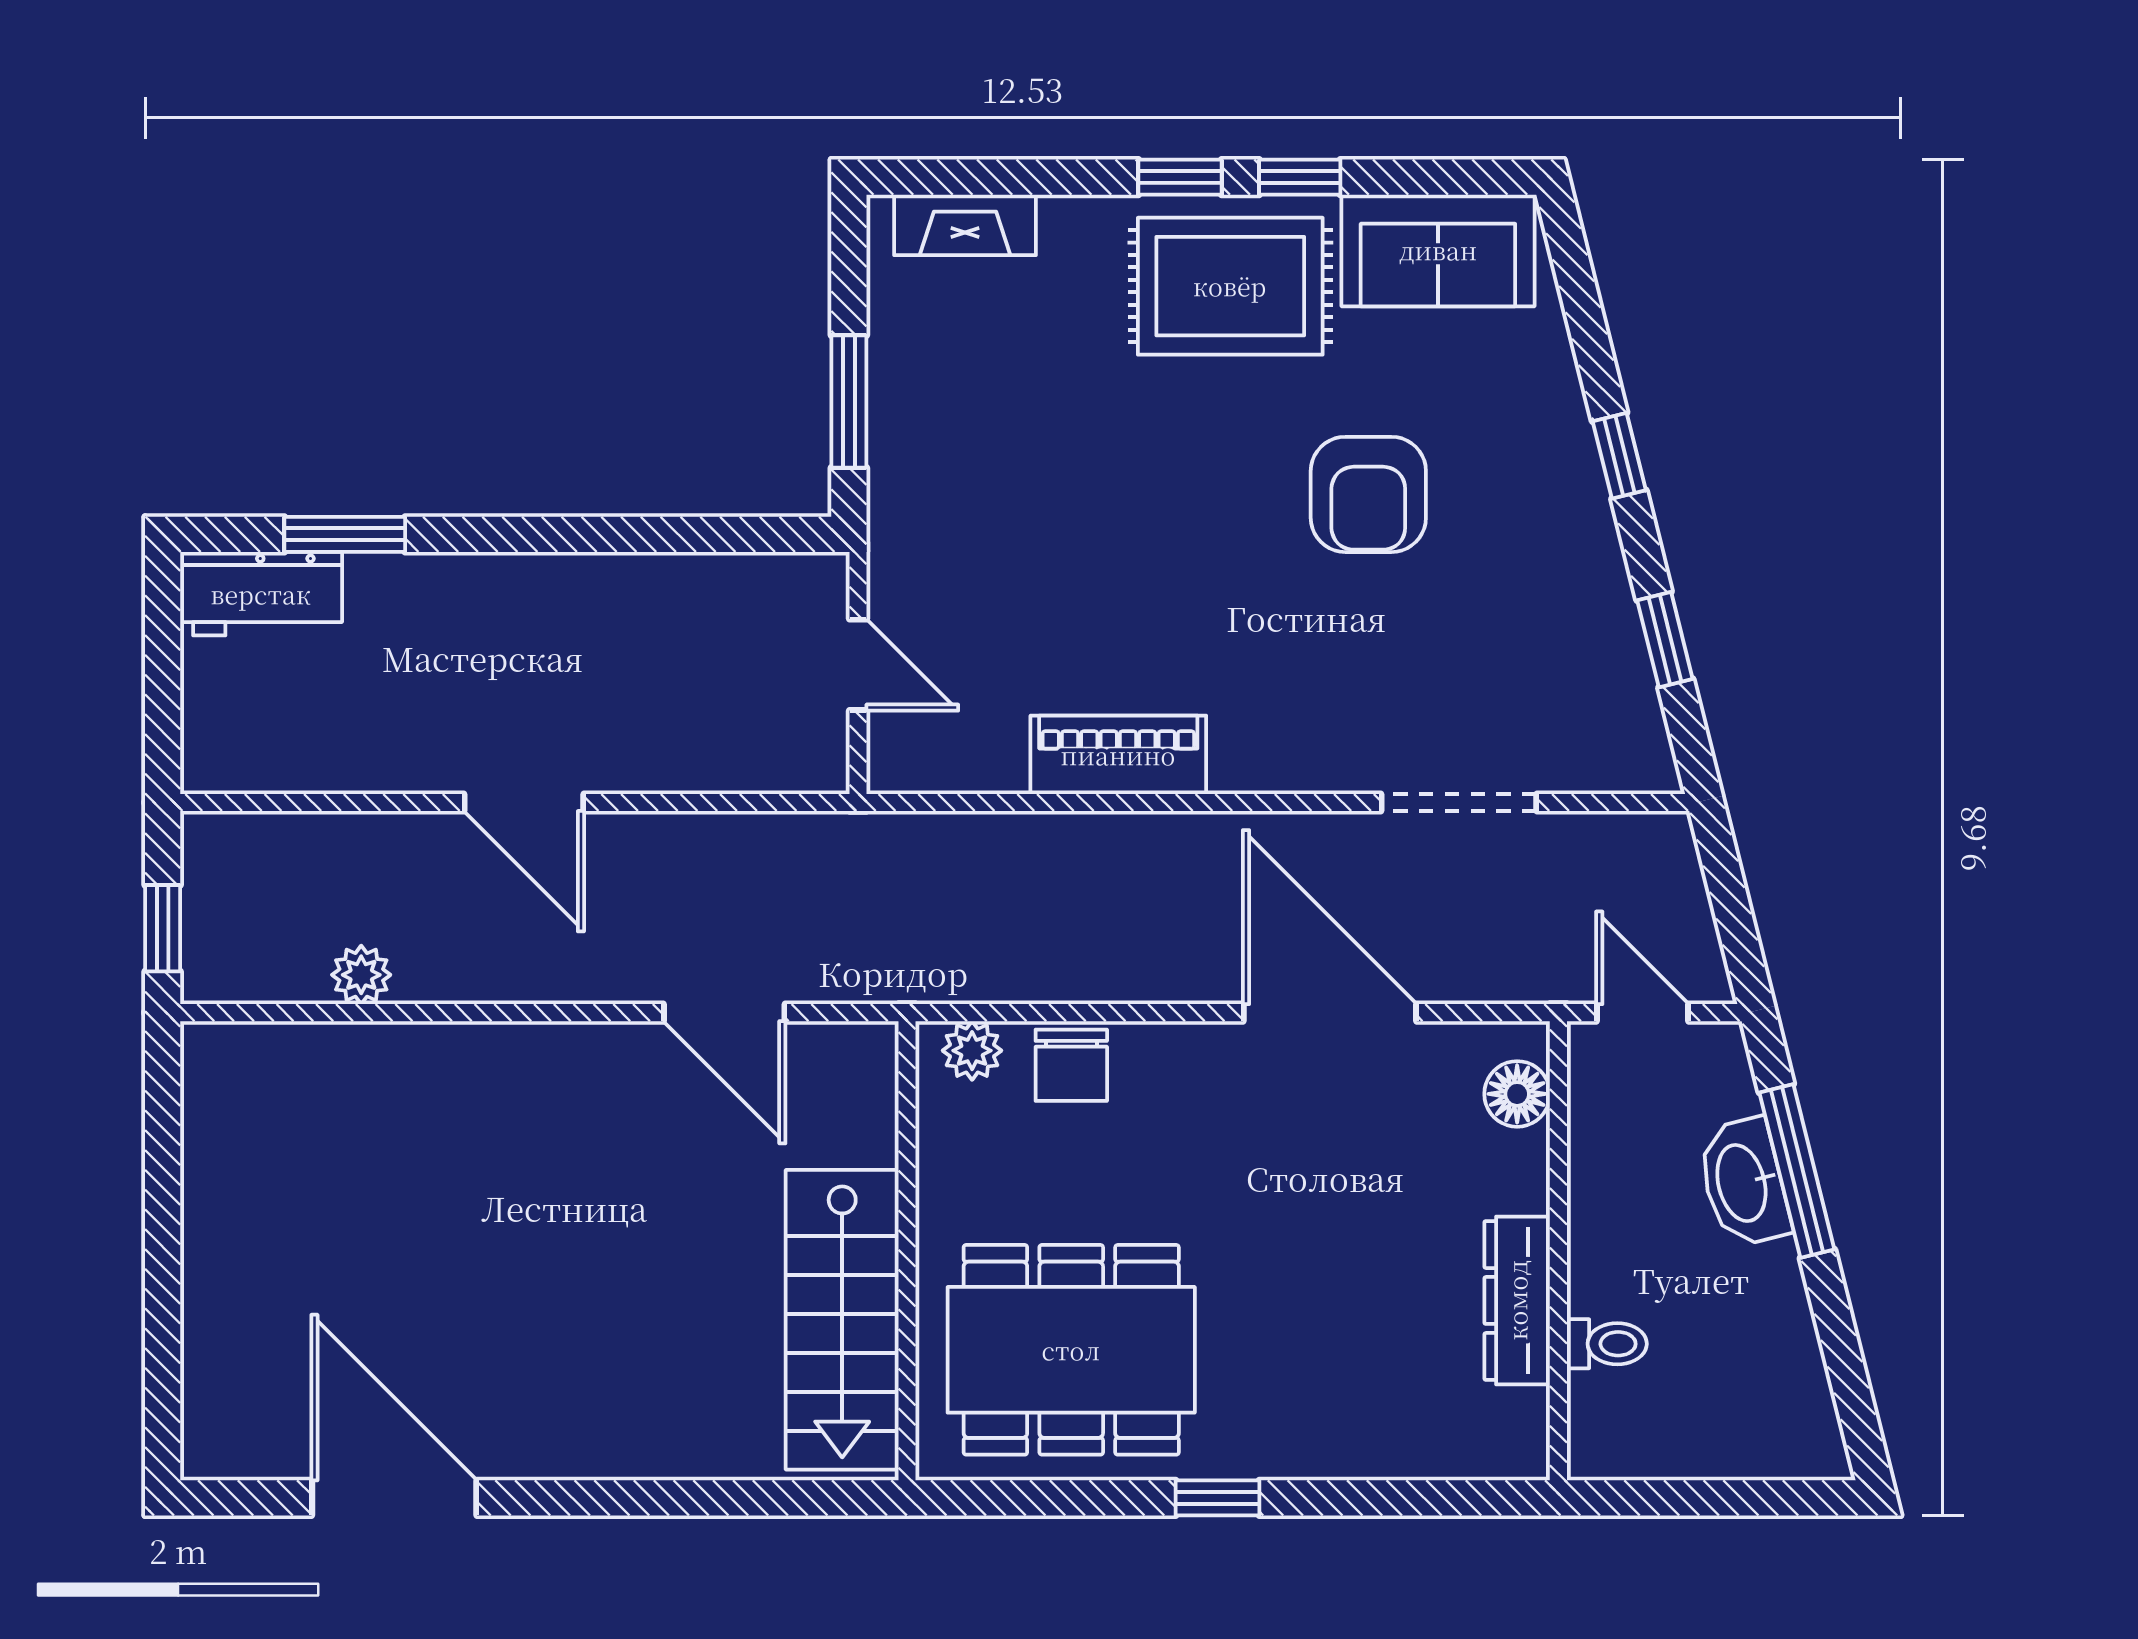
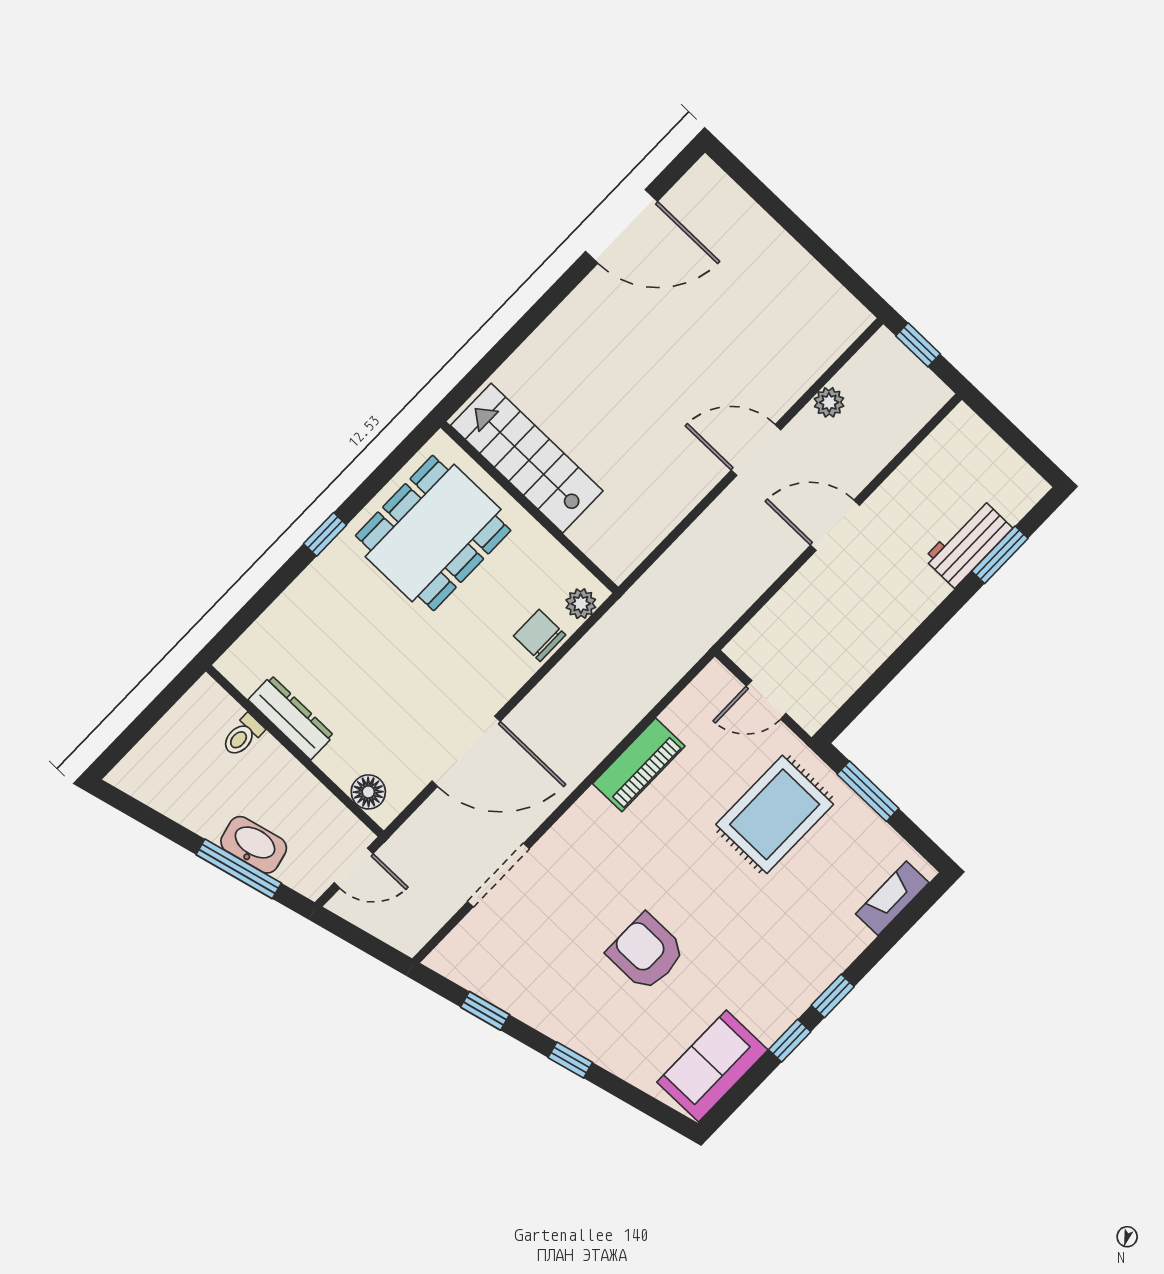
rug: (1230, 286) -> (775, 814), moved
workbench: (261, 594) -> (968, 543), moved
door: (724, 1013) -> (756, 450), moved

